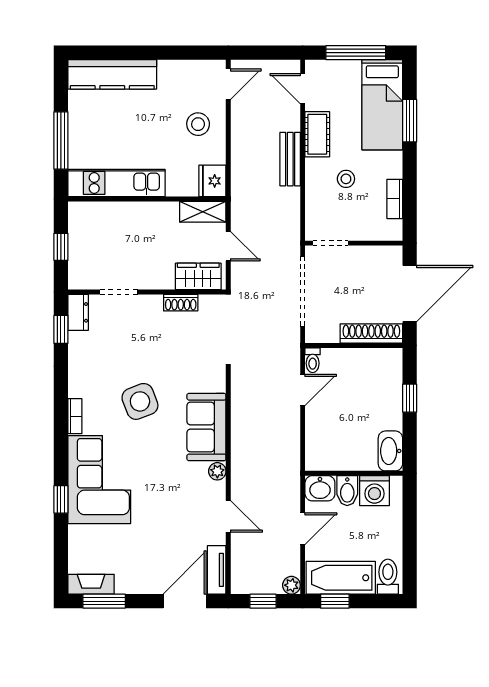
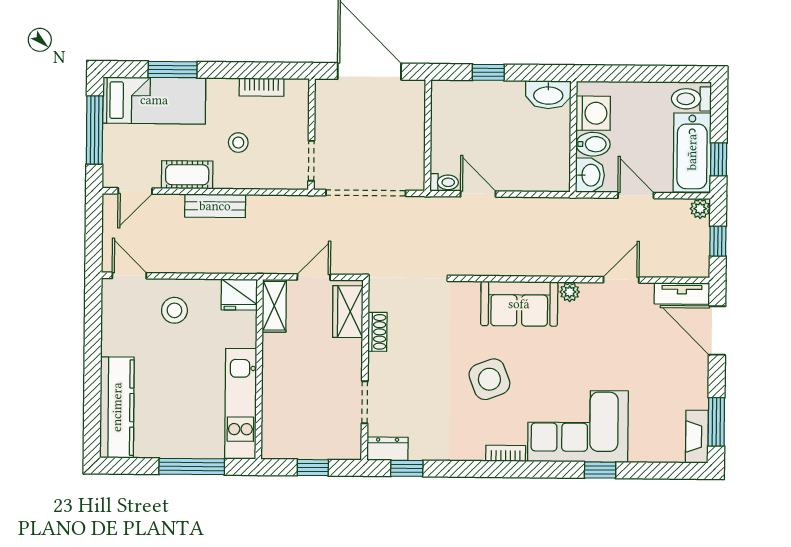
shoe rack: (371, 333) -> (414, 115), removed

